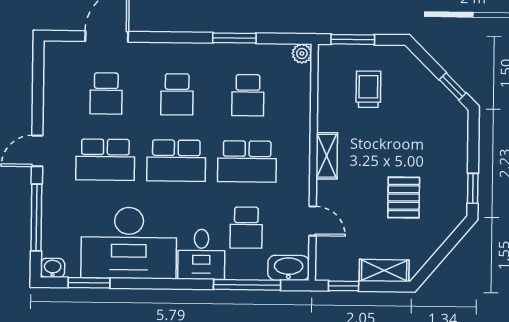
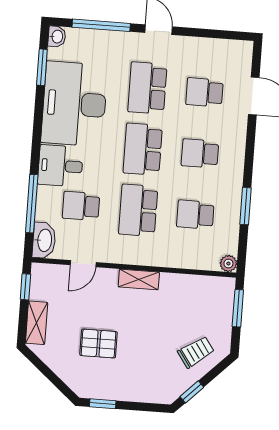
trolley: (368, 89) -> (196, 352), moved, turned -35

